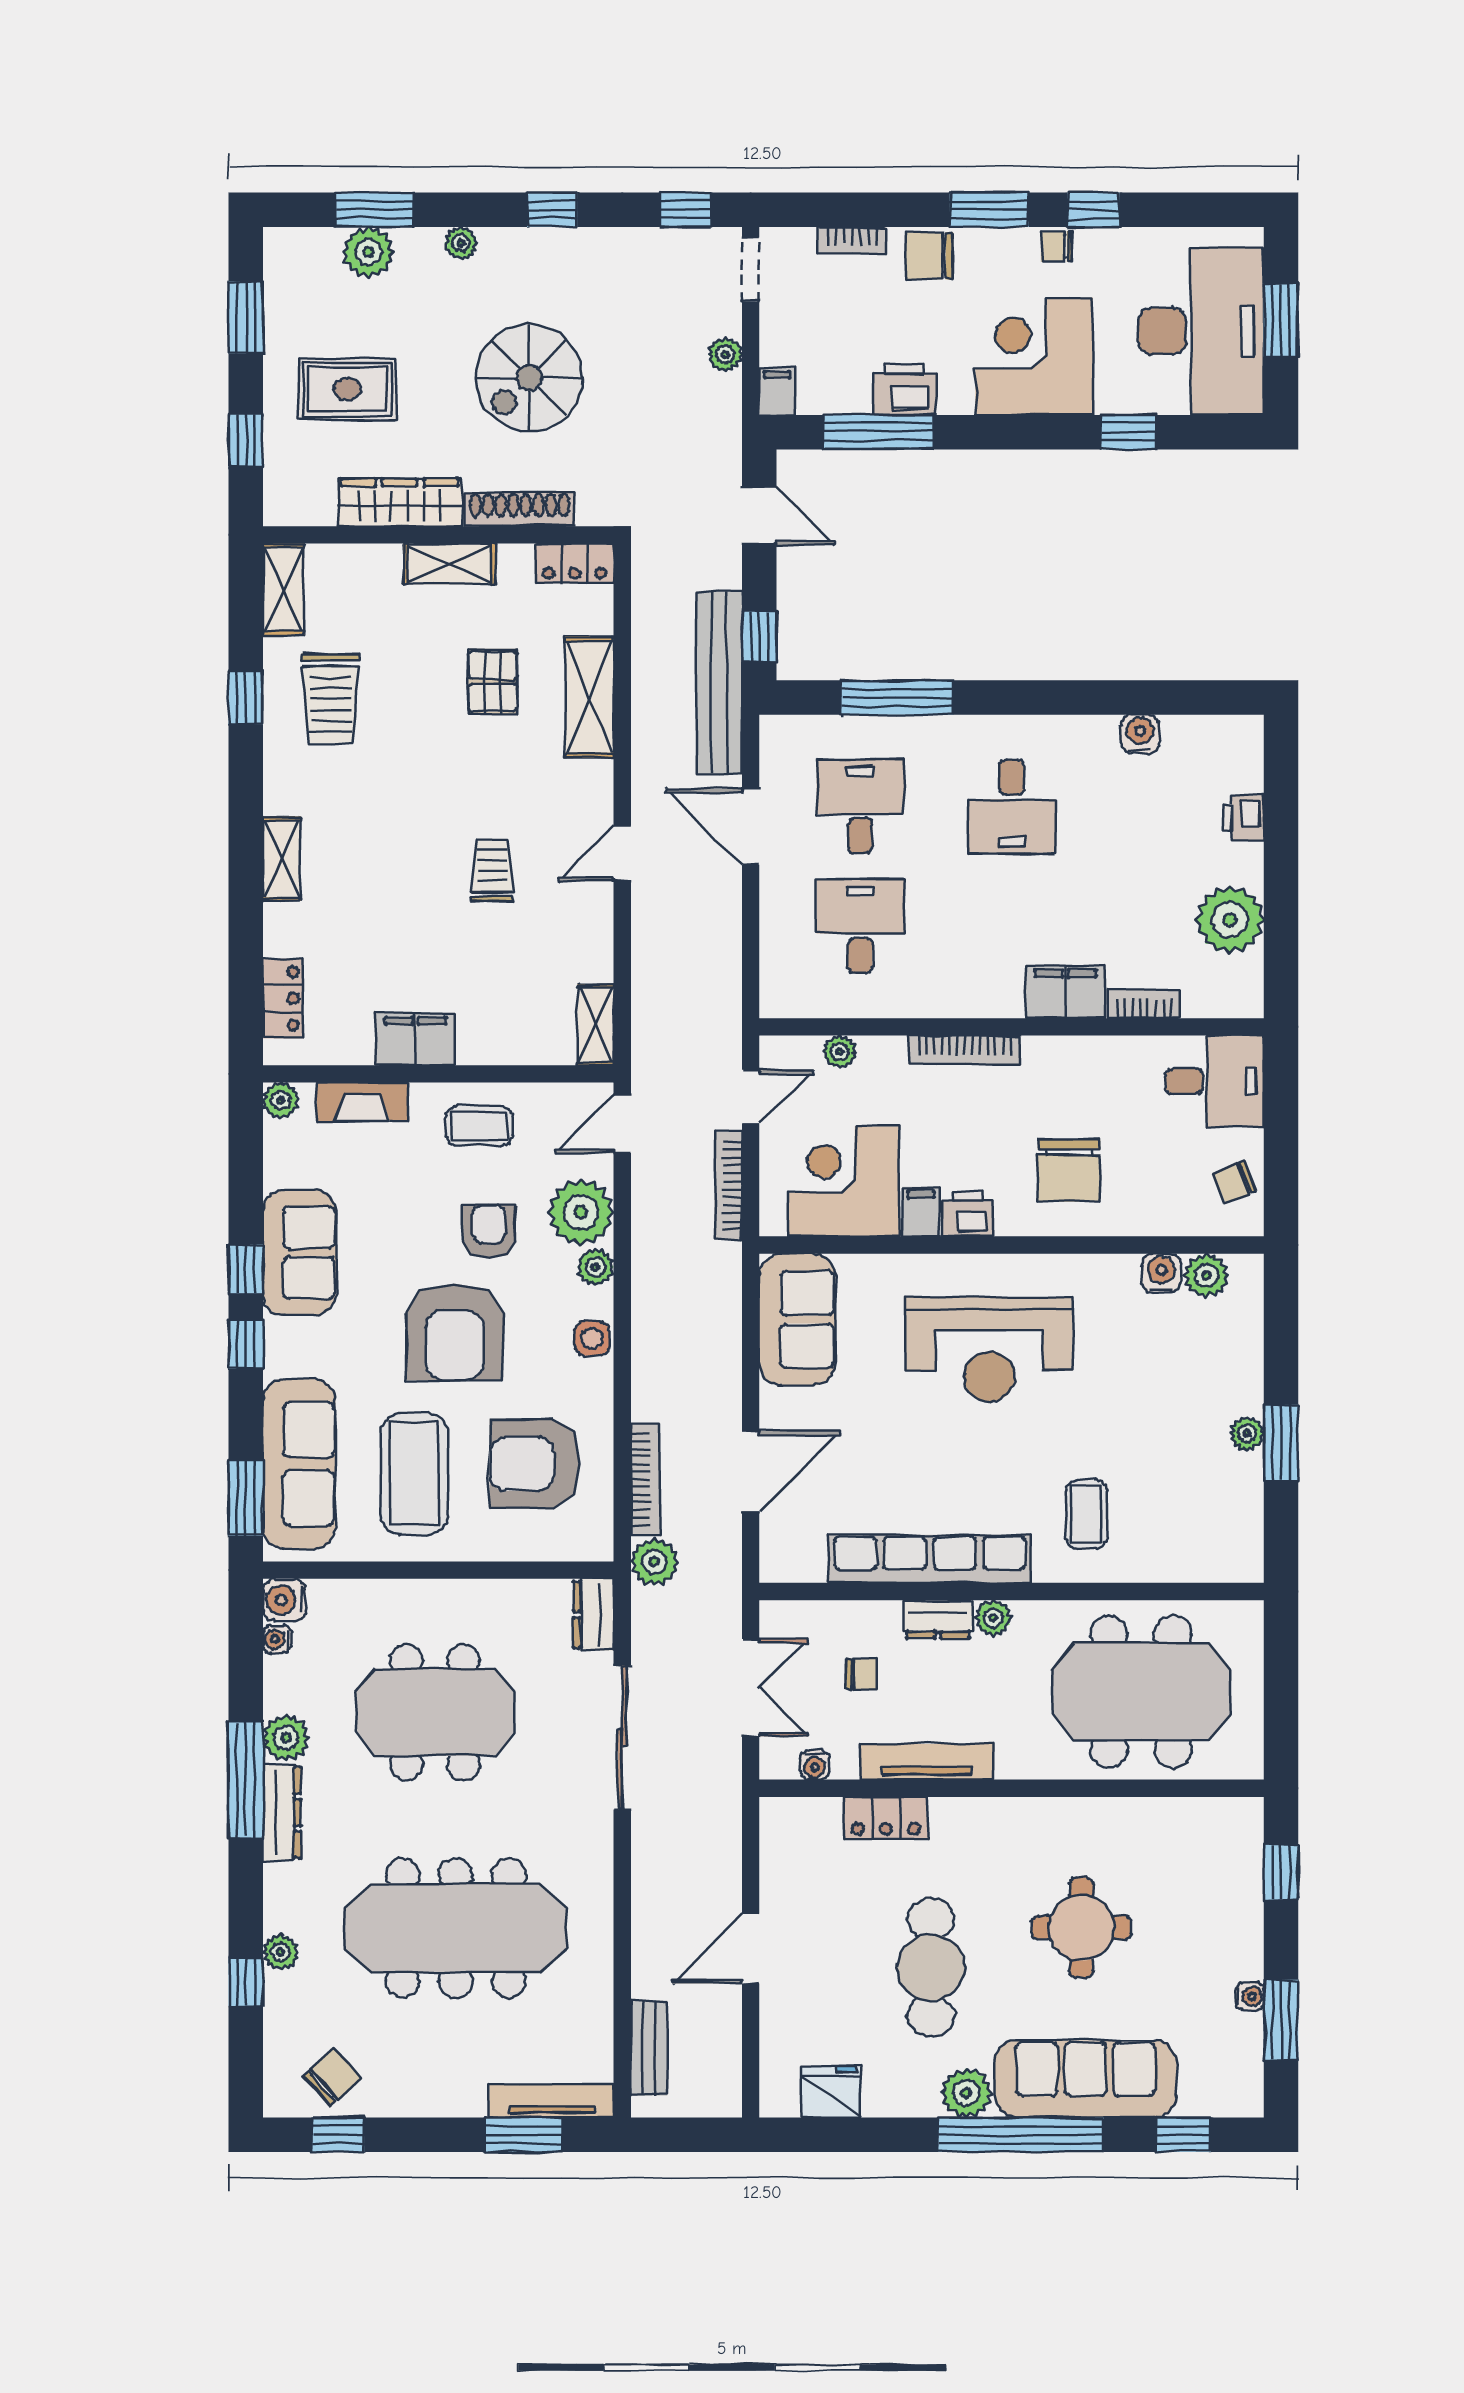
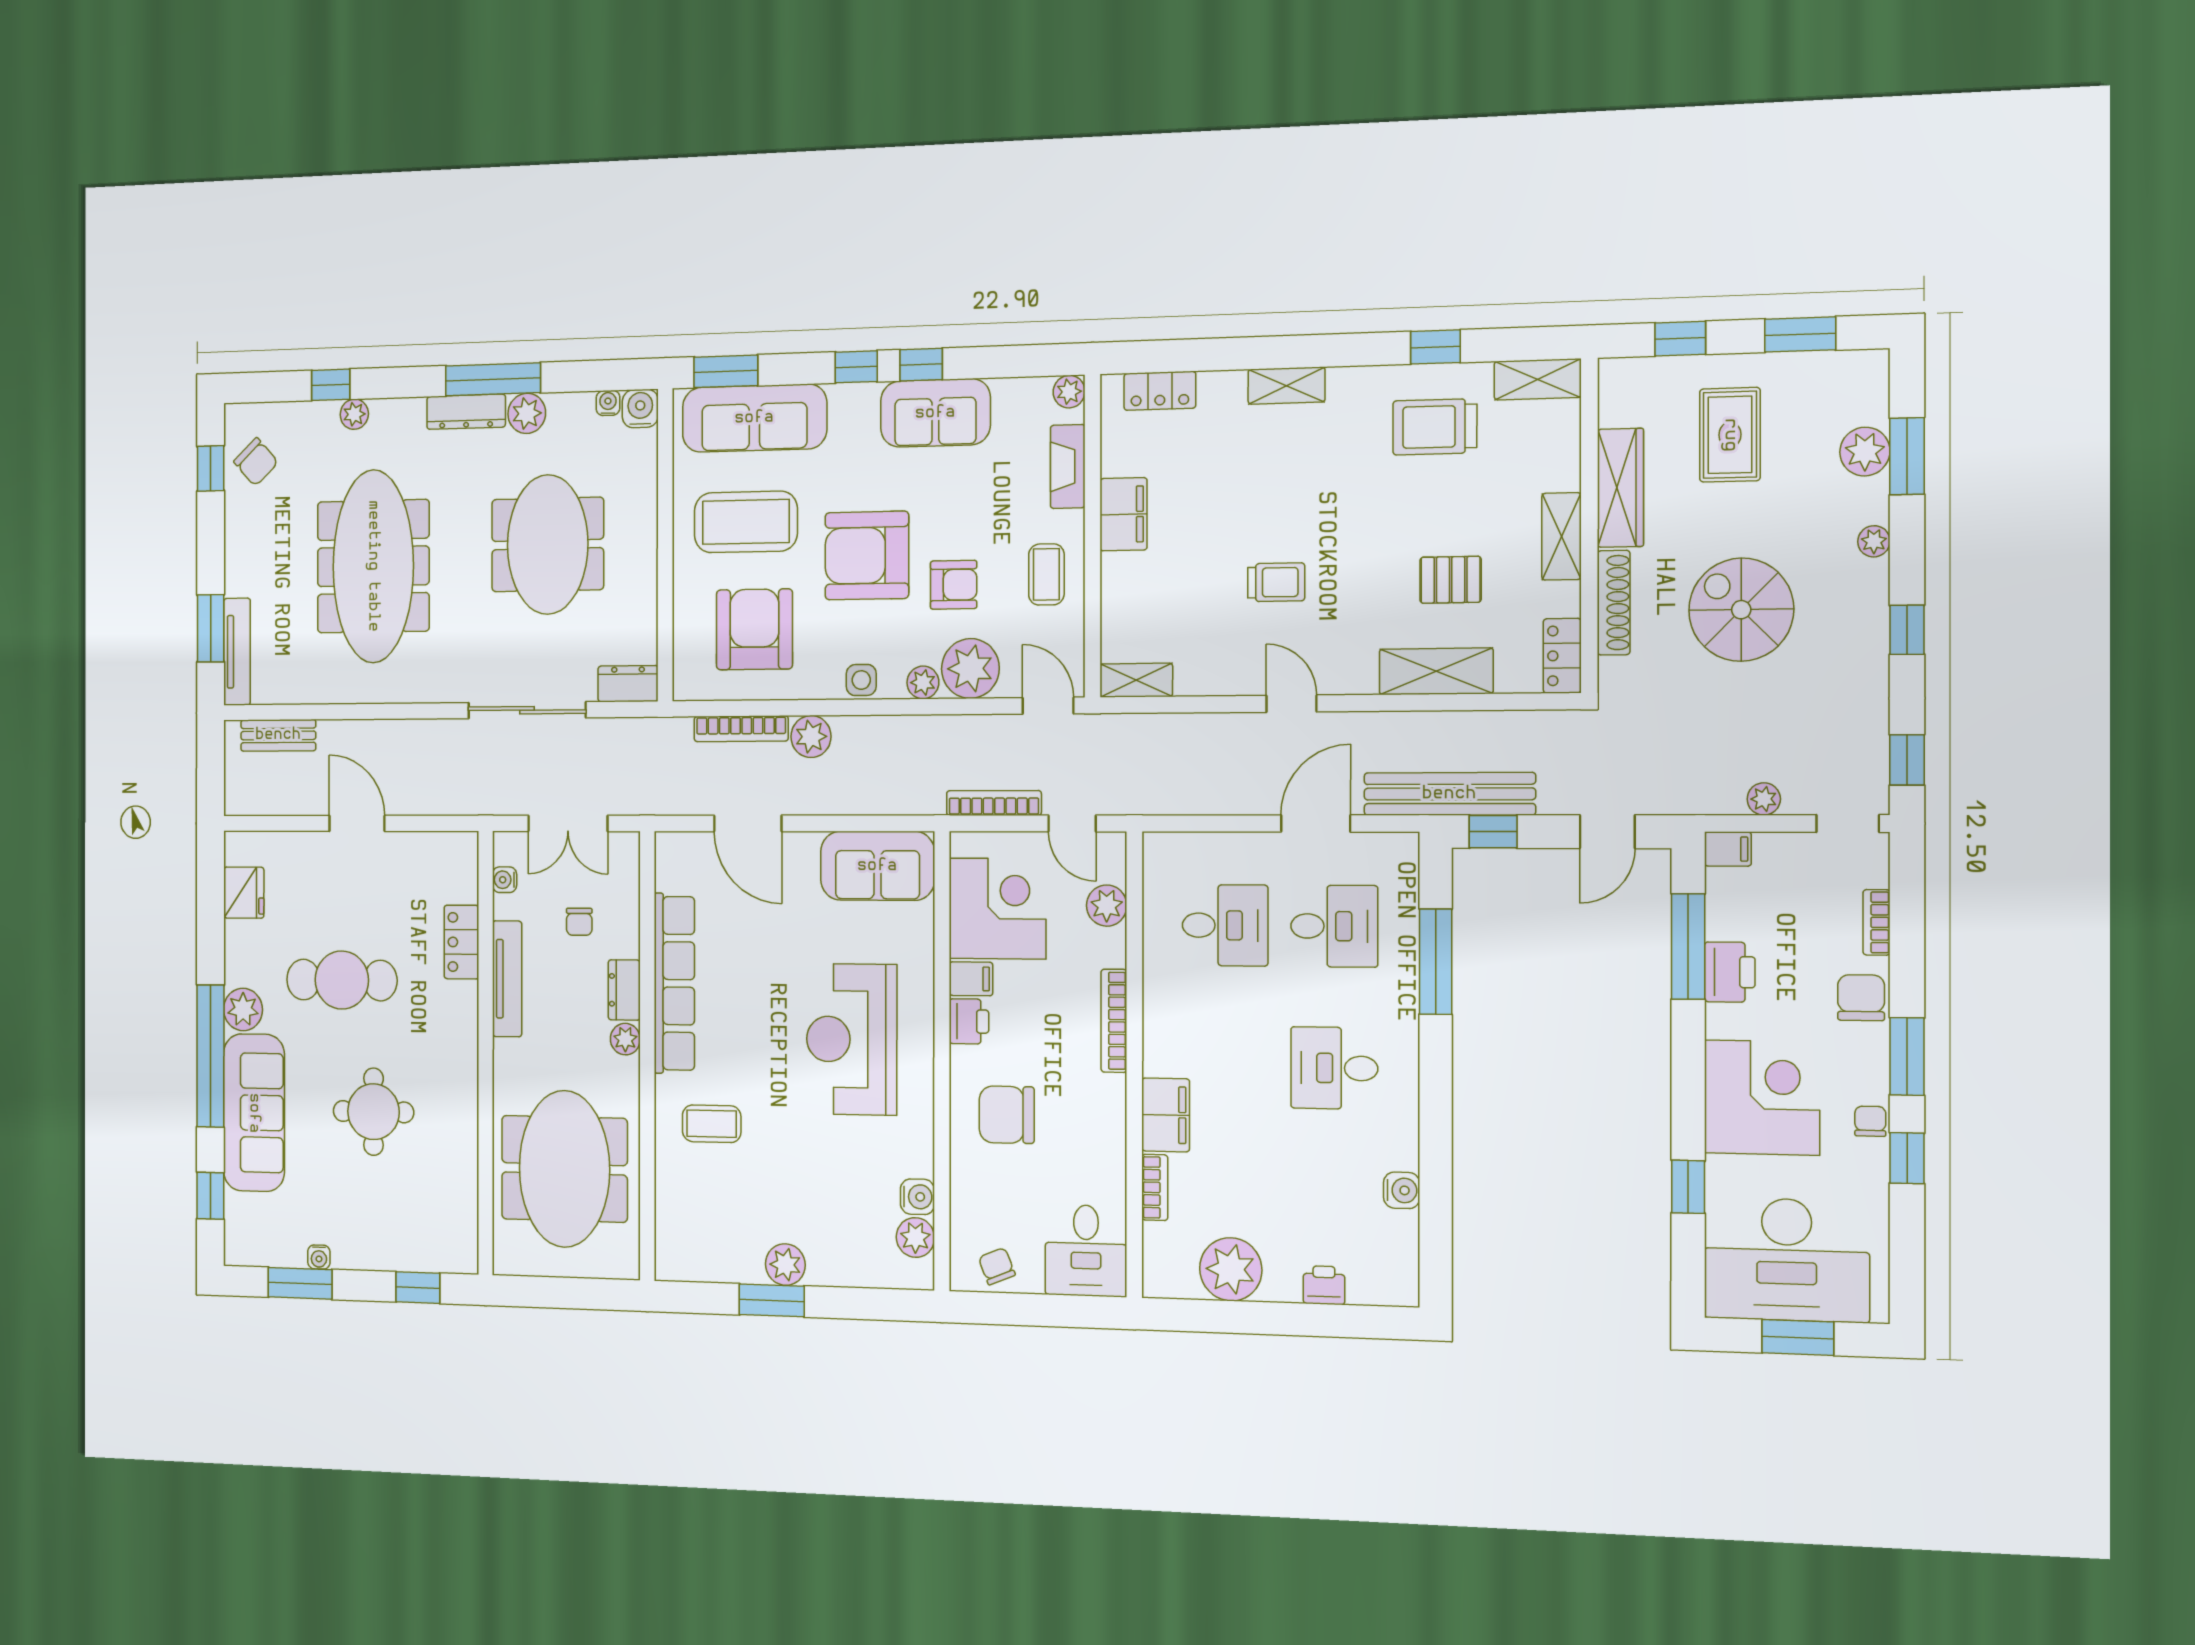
plant: (840, 1052) -> (1107, 906), width x1.38, depth x1.38
plant: (1247, 1433) -> (785, 1265), width x1.38, depth x1.38
plant: (654, 1562) -> (811, 737), moved

